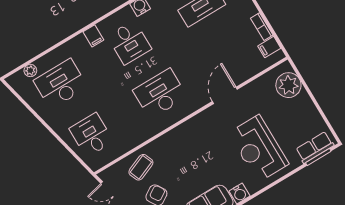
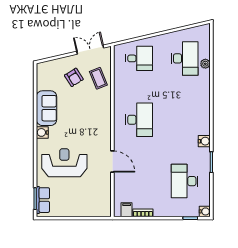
filing cabinet: (93, 36) -> (203, 99), removed
desk: (129, 43) -> (185, 120), removed
plant: (30, 70) -> (205, 64), moved
plant: (288, 85) -> (94, 207), removed

